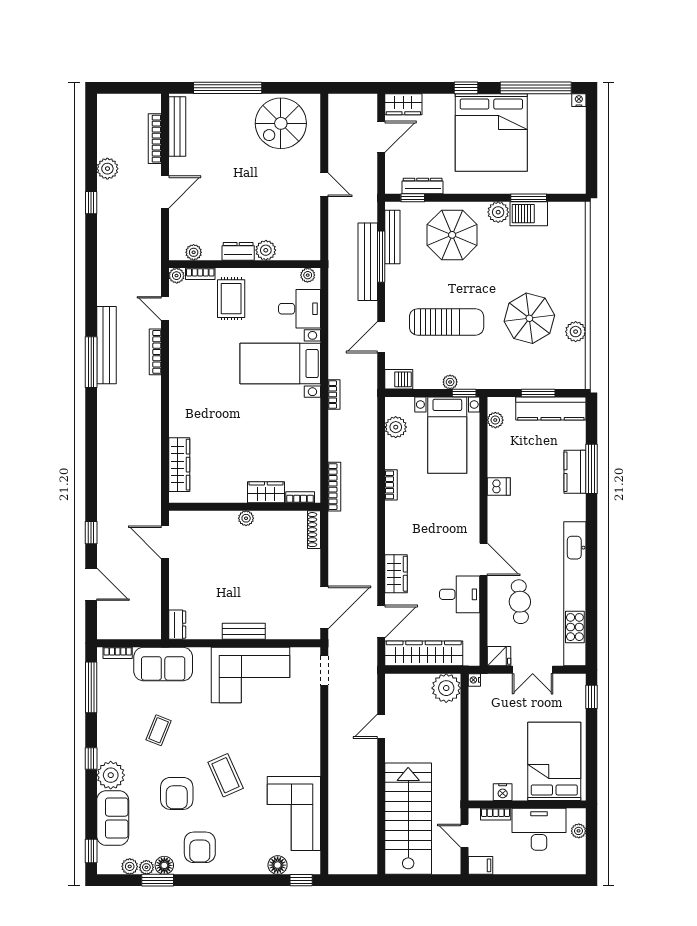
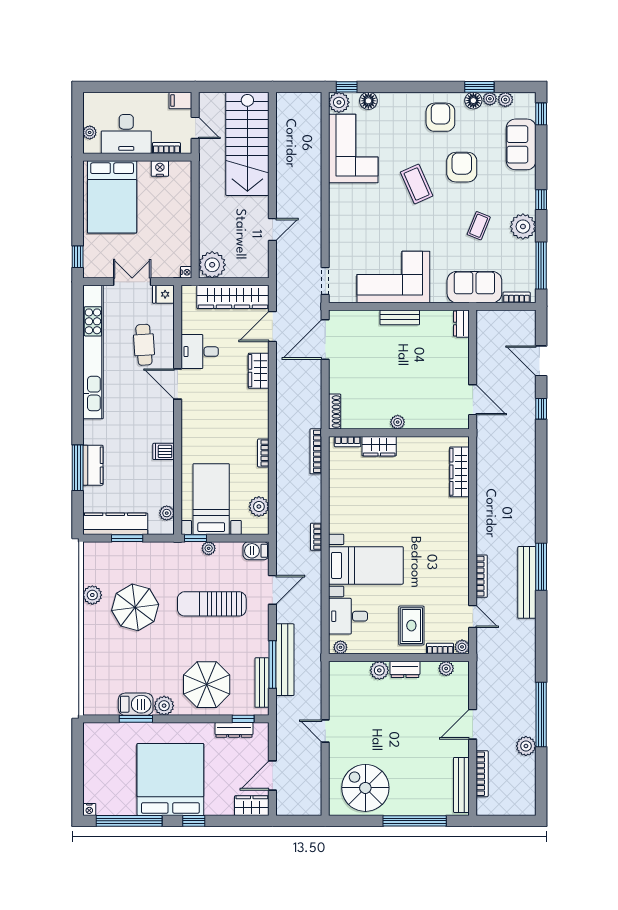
spiral stairs: (281, 123) -> (365, 788), turned -90
window: (91, 203) -> (541, 714), width x3.17
plant: (111, 775) -> (523, 227), moved
plant: (309, 863) -> (339, 102), added

